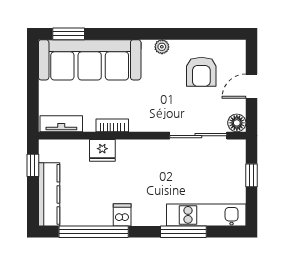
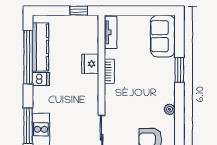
window: (69, 34) -> (179, 70), moved
sofa: (90, 60) -> (163, 36), width x0.54, depth x0.79
kitchen counter: (49, 194) -> (40, 47), moved, turned -90

